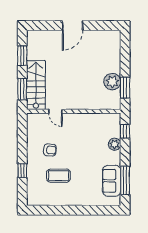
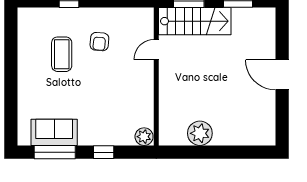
window: (125, 88) -> (191, 152), removed
window: (125, 131) -> (104, 152), moved
plant: (115, 144) -> (144, 137), moved

